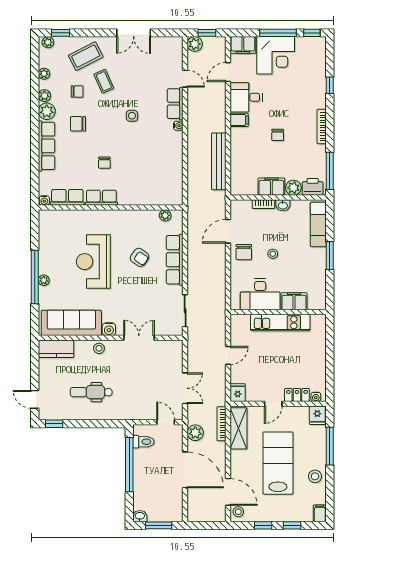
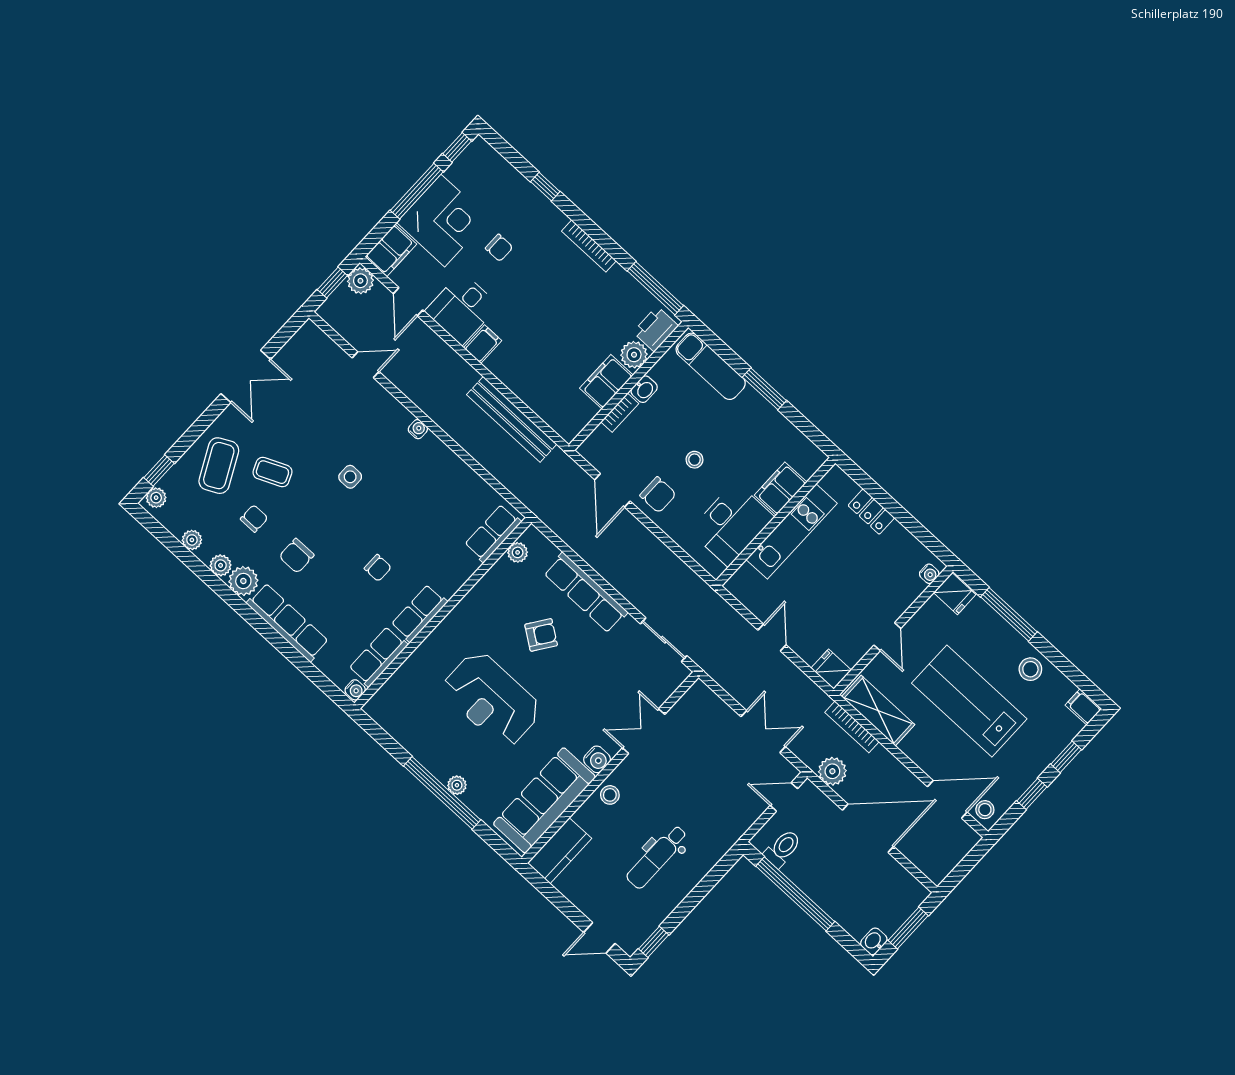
plant: (195, 44) -> (360, 281), moved
row of seats: (175, 104) -> (493, 533), moved, turned 90
chair: (278, 135) -> (499, 248), moved
locker: (297, 395) -> (871, 512), moved, turned -90

